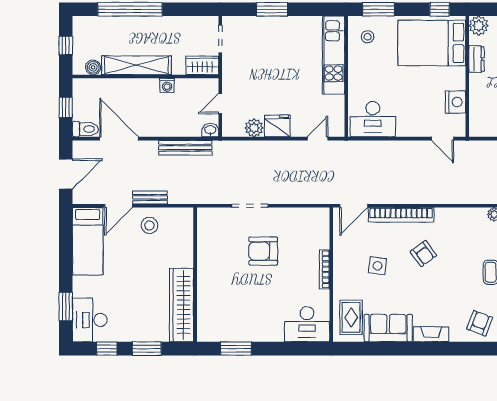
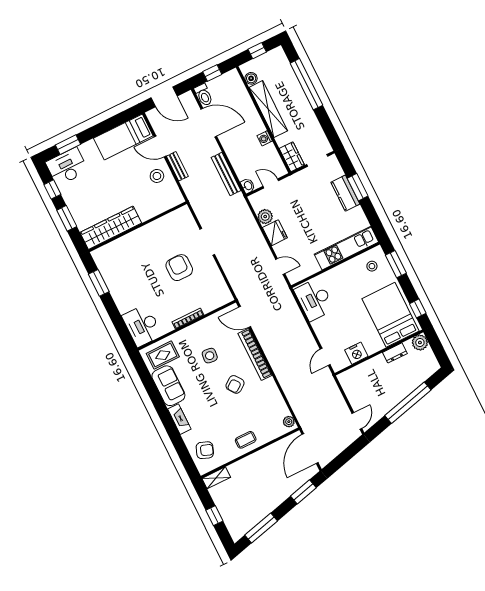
kitchen counter: (272, 26) -> (345, 193), added
door: (119, 139) -> (209, 123), hinge flipped

